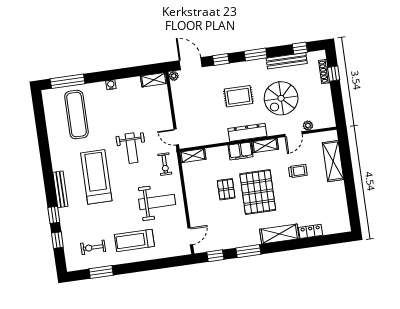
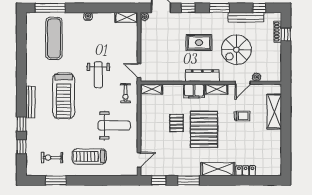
treadmill: (96, 177) -> (64, 96), turned 180

